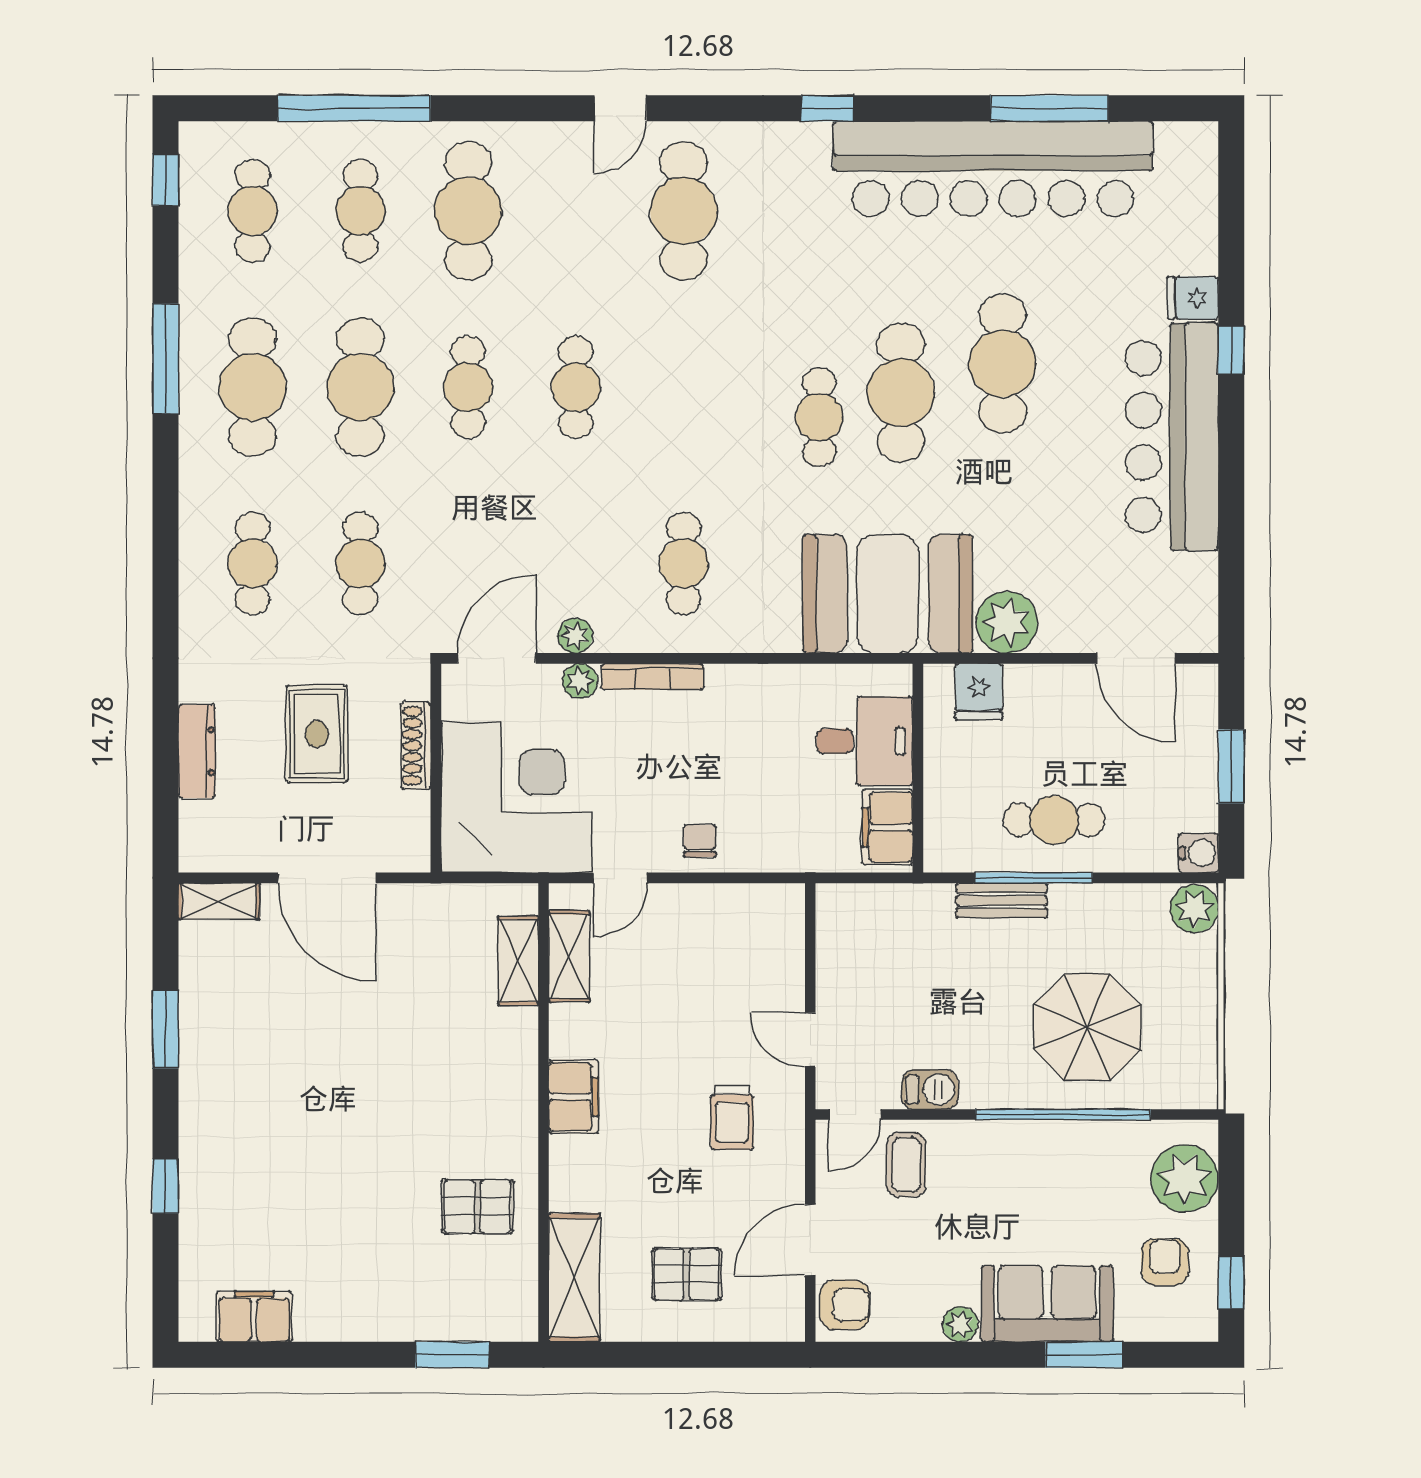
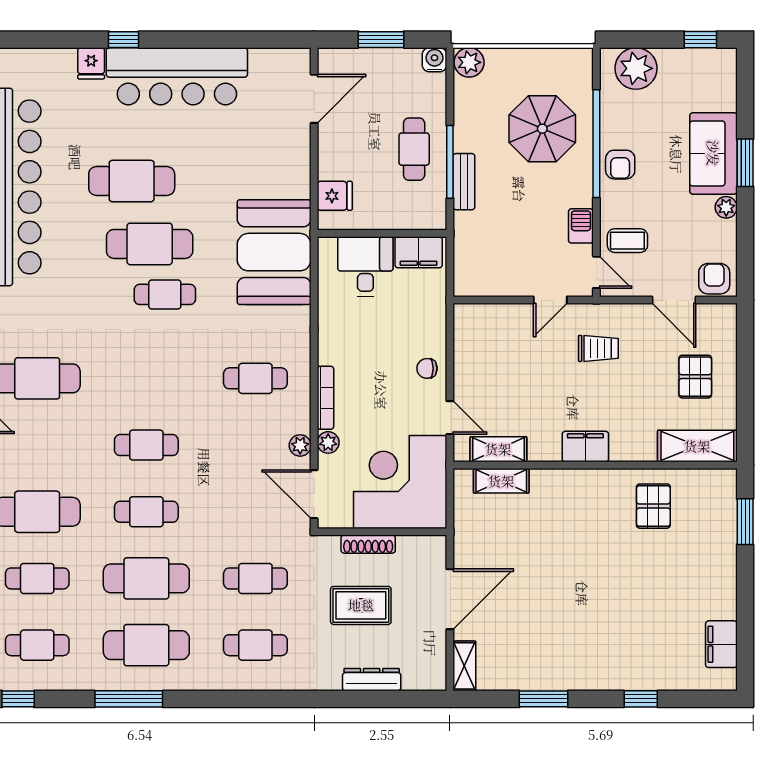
plant: (1007, 622) -> (292, 178), removed
armchair: (1165, 1262) -> (620, 165), moved, turned -90
window: (1084, 1355) -> (745, 163), moved

